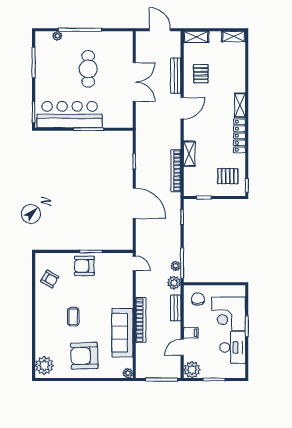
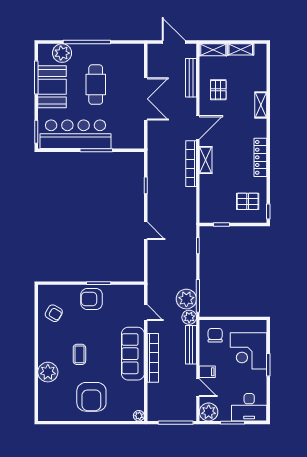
plant: (57, 36) -> (62, 53), width x1.87, depth x1.87
shelving: (234, 37) -> (241, 49), moved
booth: (48, 71) -> (52, 87), added
bench: (176, 76) -> (191, 78), moved
shelving: (240, 105) -> (261, 105), moved
shelving: (189, 154) -> (206, 160), moved
bookcase: (176, 171) -> (191, 164), moved
door: (134, 203) -> (146, 231), width x0.53
door: (134, 263) -> (146, 313), moved
plant: (176, 266) -> (186, 299), width x1.87, depth x1.87
bench: (176, 308) -> (191, 345), width x1.36
sofa: (122, 333) -> (133, 354), moved
door: (182, 347) -> (198, 388), swing flipped
desk: (233, 347) -> (249, 407), moved, turned 90
armchair: (84, 356) -> (91, 397), turned -88
plant: (44, 366) -> (48, 372), moved

